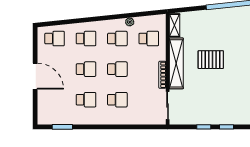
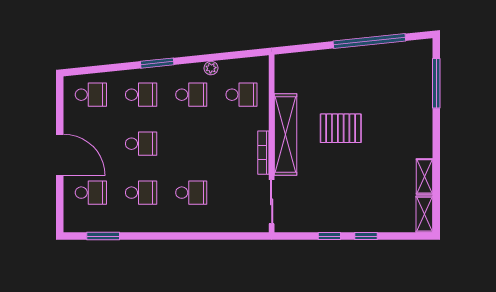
window: (96, 19) -> (157, 63), added
shelving: (174, 25) -> (283, 73), removed
school desk: (117, 69) -> (91, 193), moved

